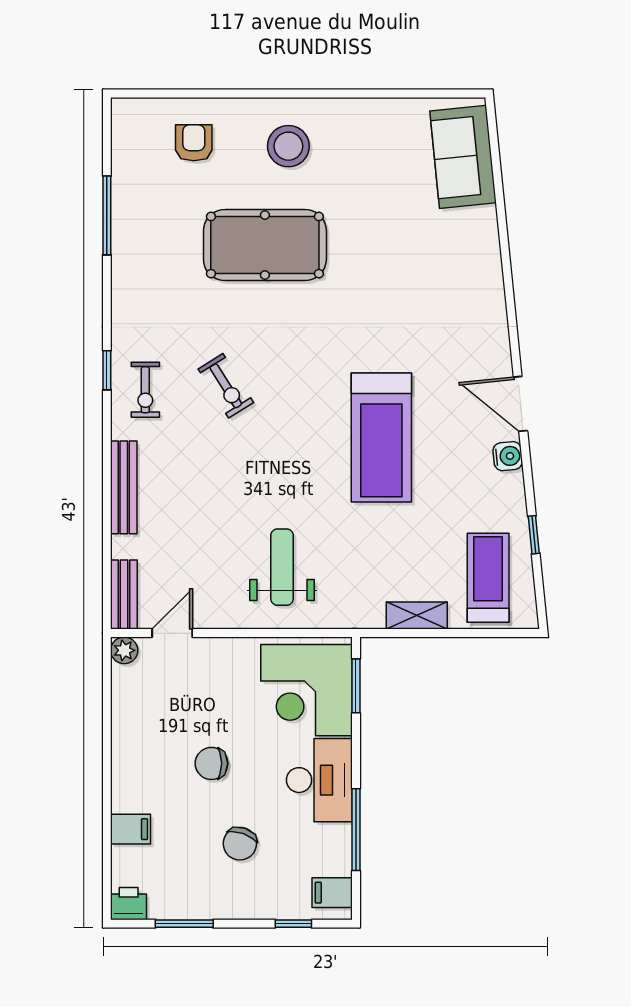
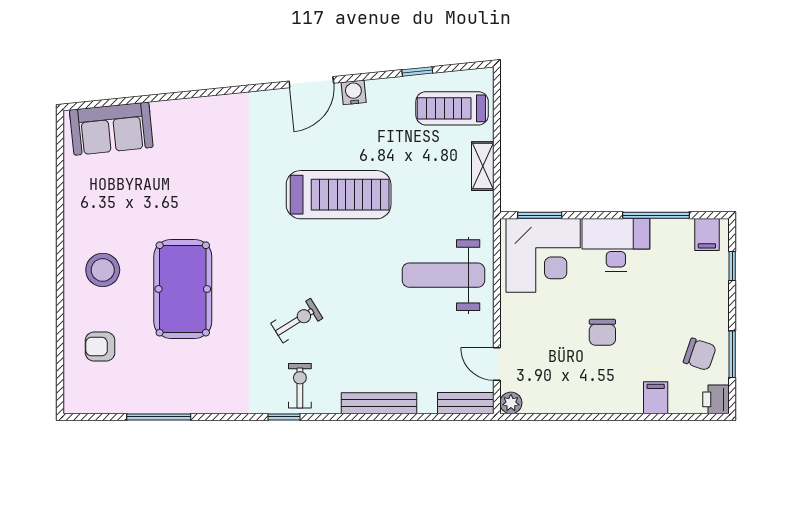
exercise bike: (145, 390) -> (300, 386), turned -90
weight bench: (282, 567) -> (443, 275), width x1.36, depth x1.33
chair: (240, 844) -> (700, 354), moved

